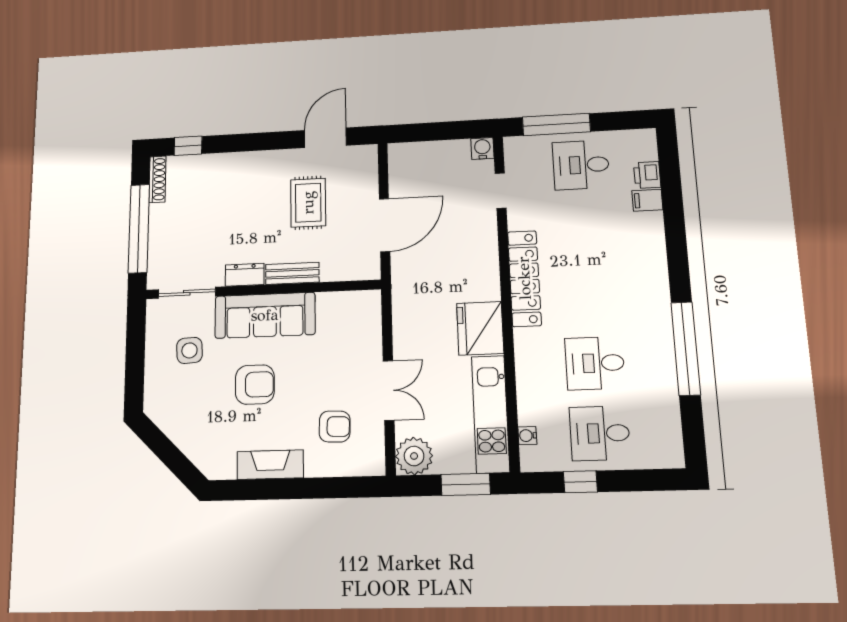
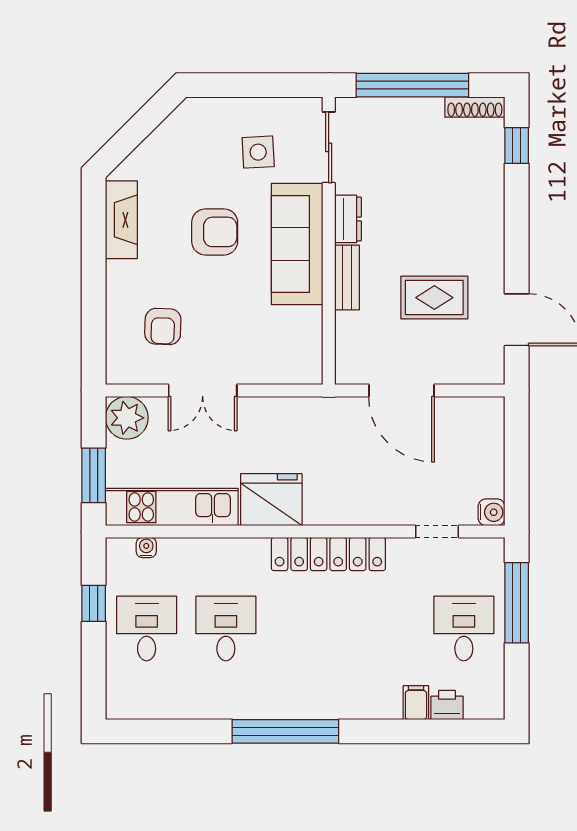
window: (686, 348) -> (285, 731), moved
armchair: (255, 385) -> (215, 232), turned -90
fireplace: (270, 465) -> (121, 220), moved

